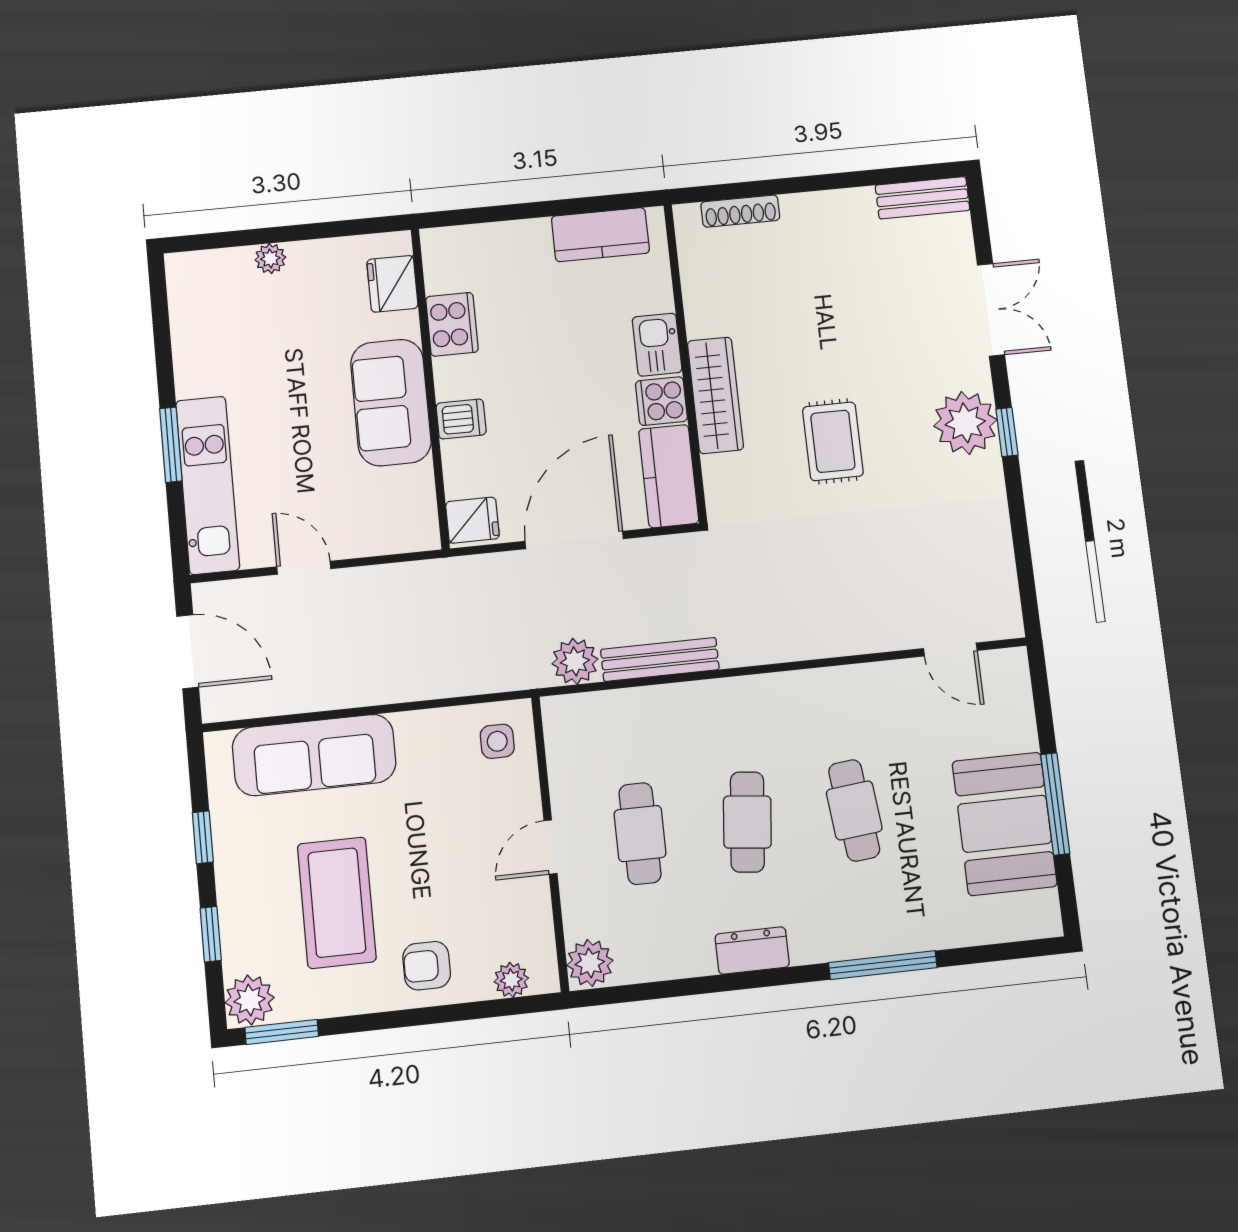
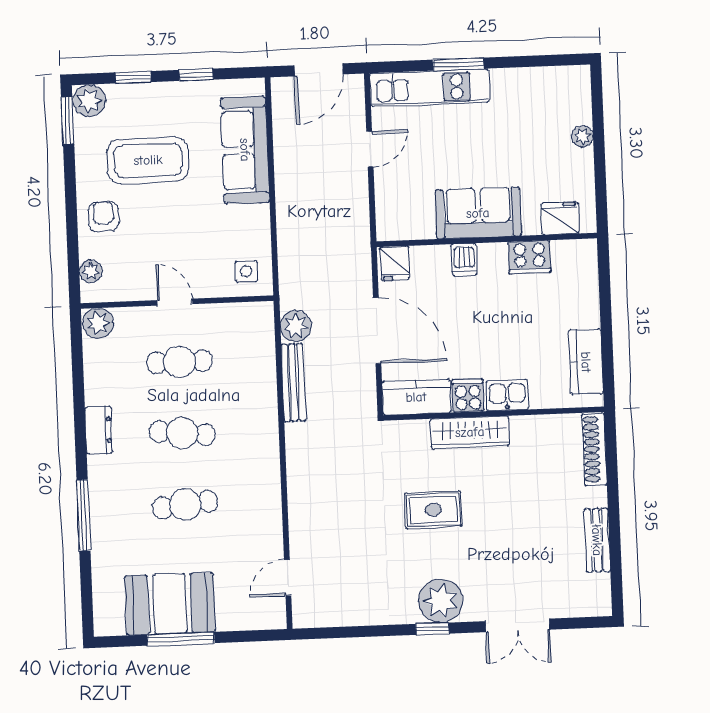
bench: (922, 198) -> (597, 540), moved
shoe rack: (740, 211) -> (594, 449), width x1.36, depth x1.24

